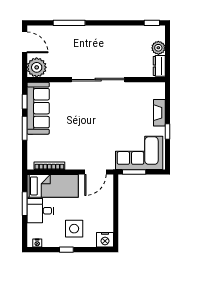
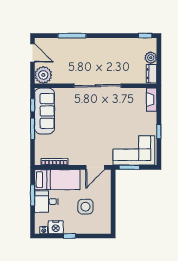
fireplace: (159, 113) -> (152, 100), moved
side table: (74, 229) -> (85, 207), moved
nightstand: (105, 240) -> (56, 227), moved

